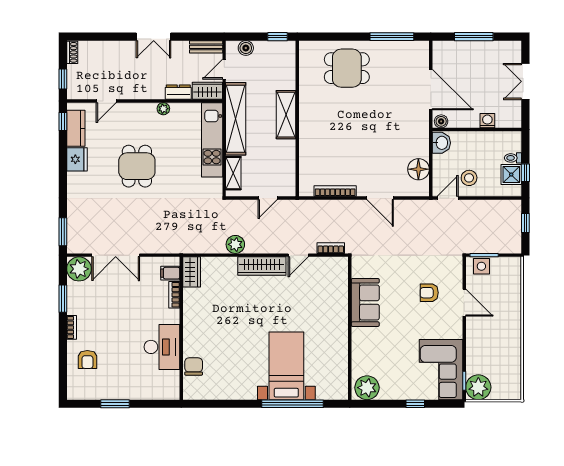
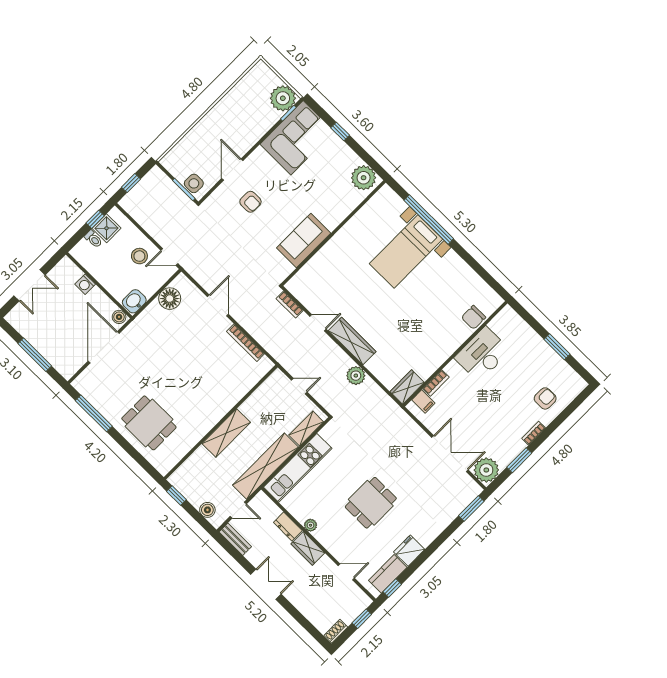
wardrobe: (207, 91) -> (308, 548), moved

